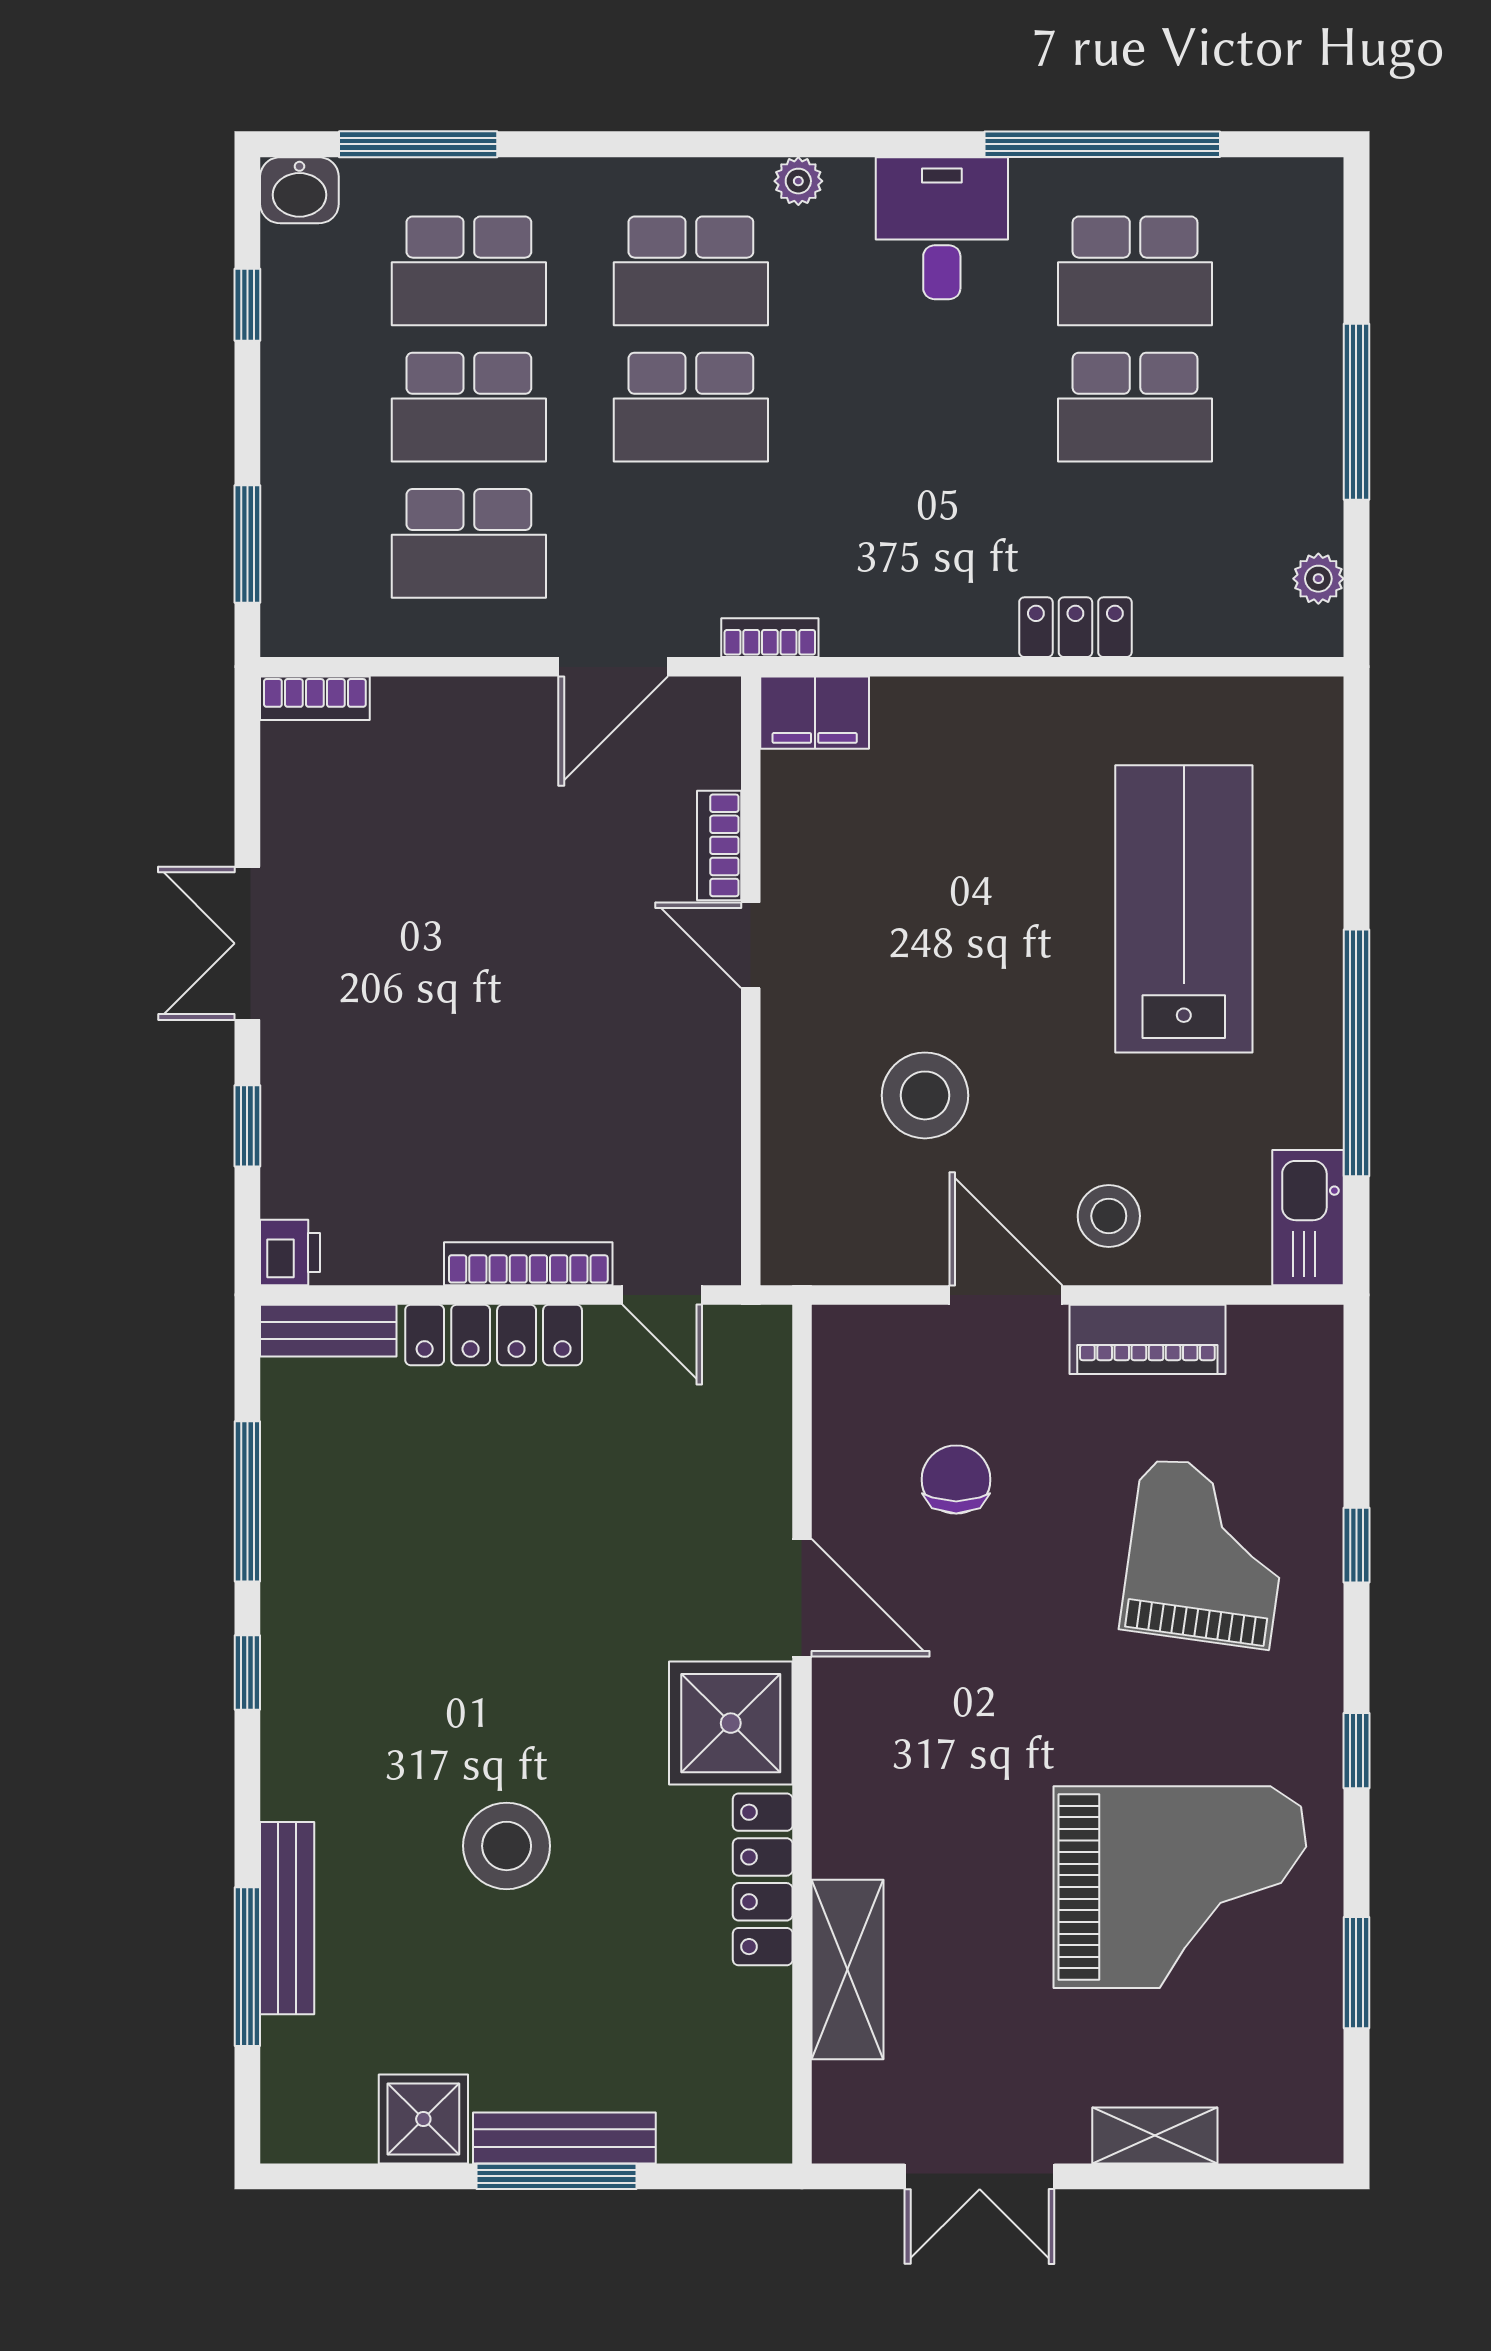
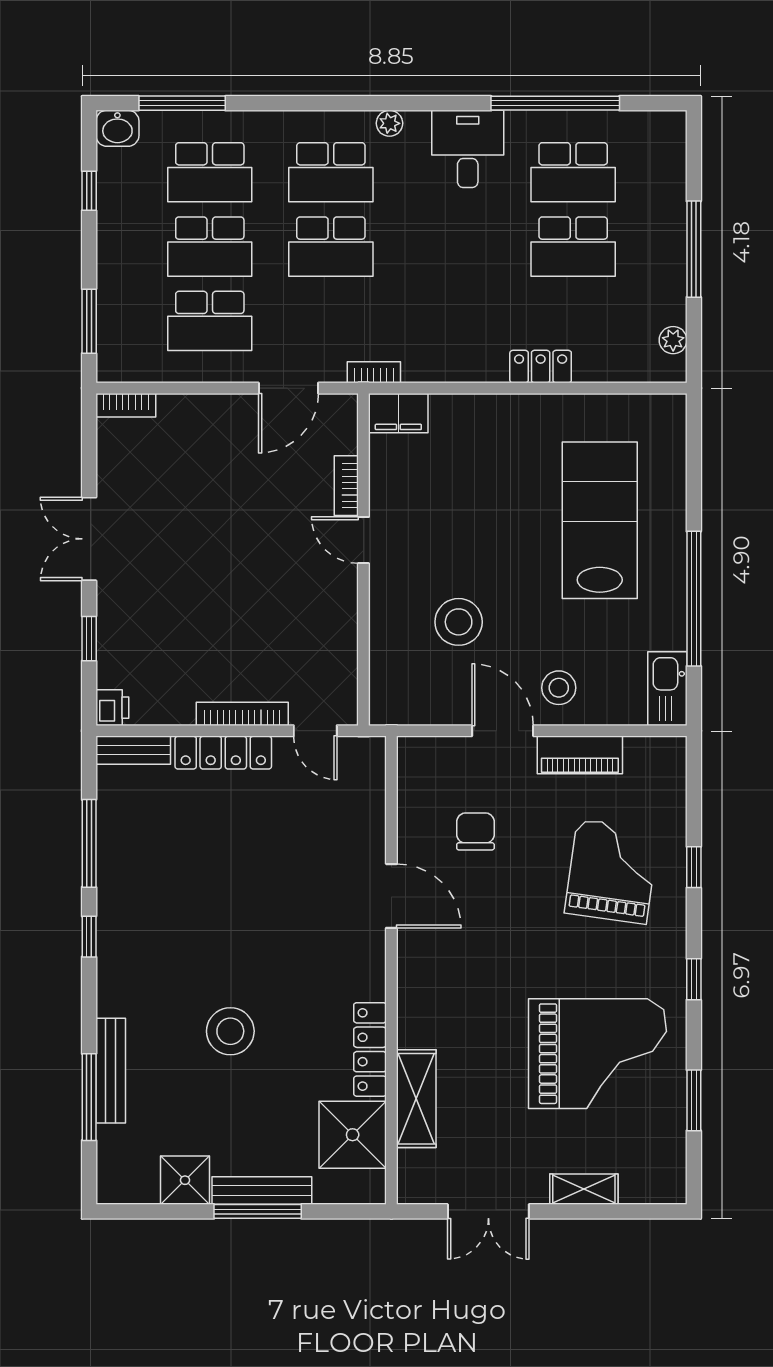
shower: (731, 1723) -> (353, 1135), moved

